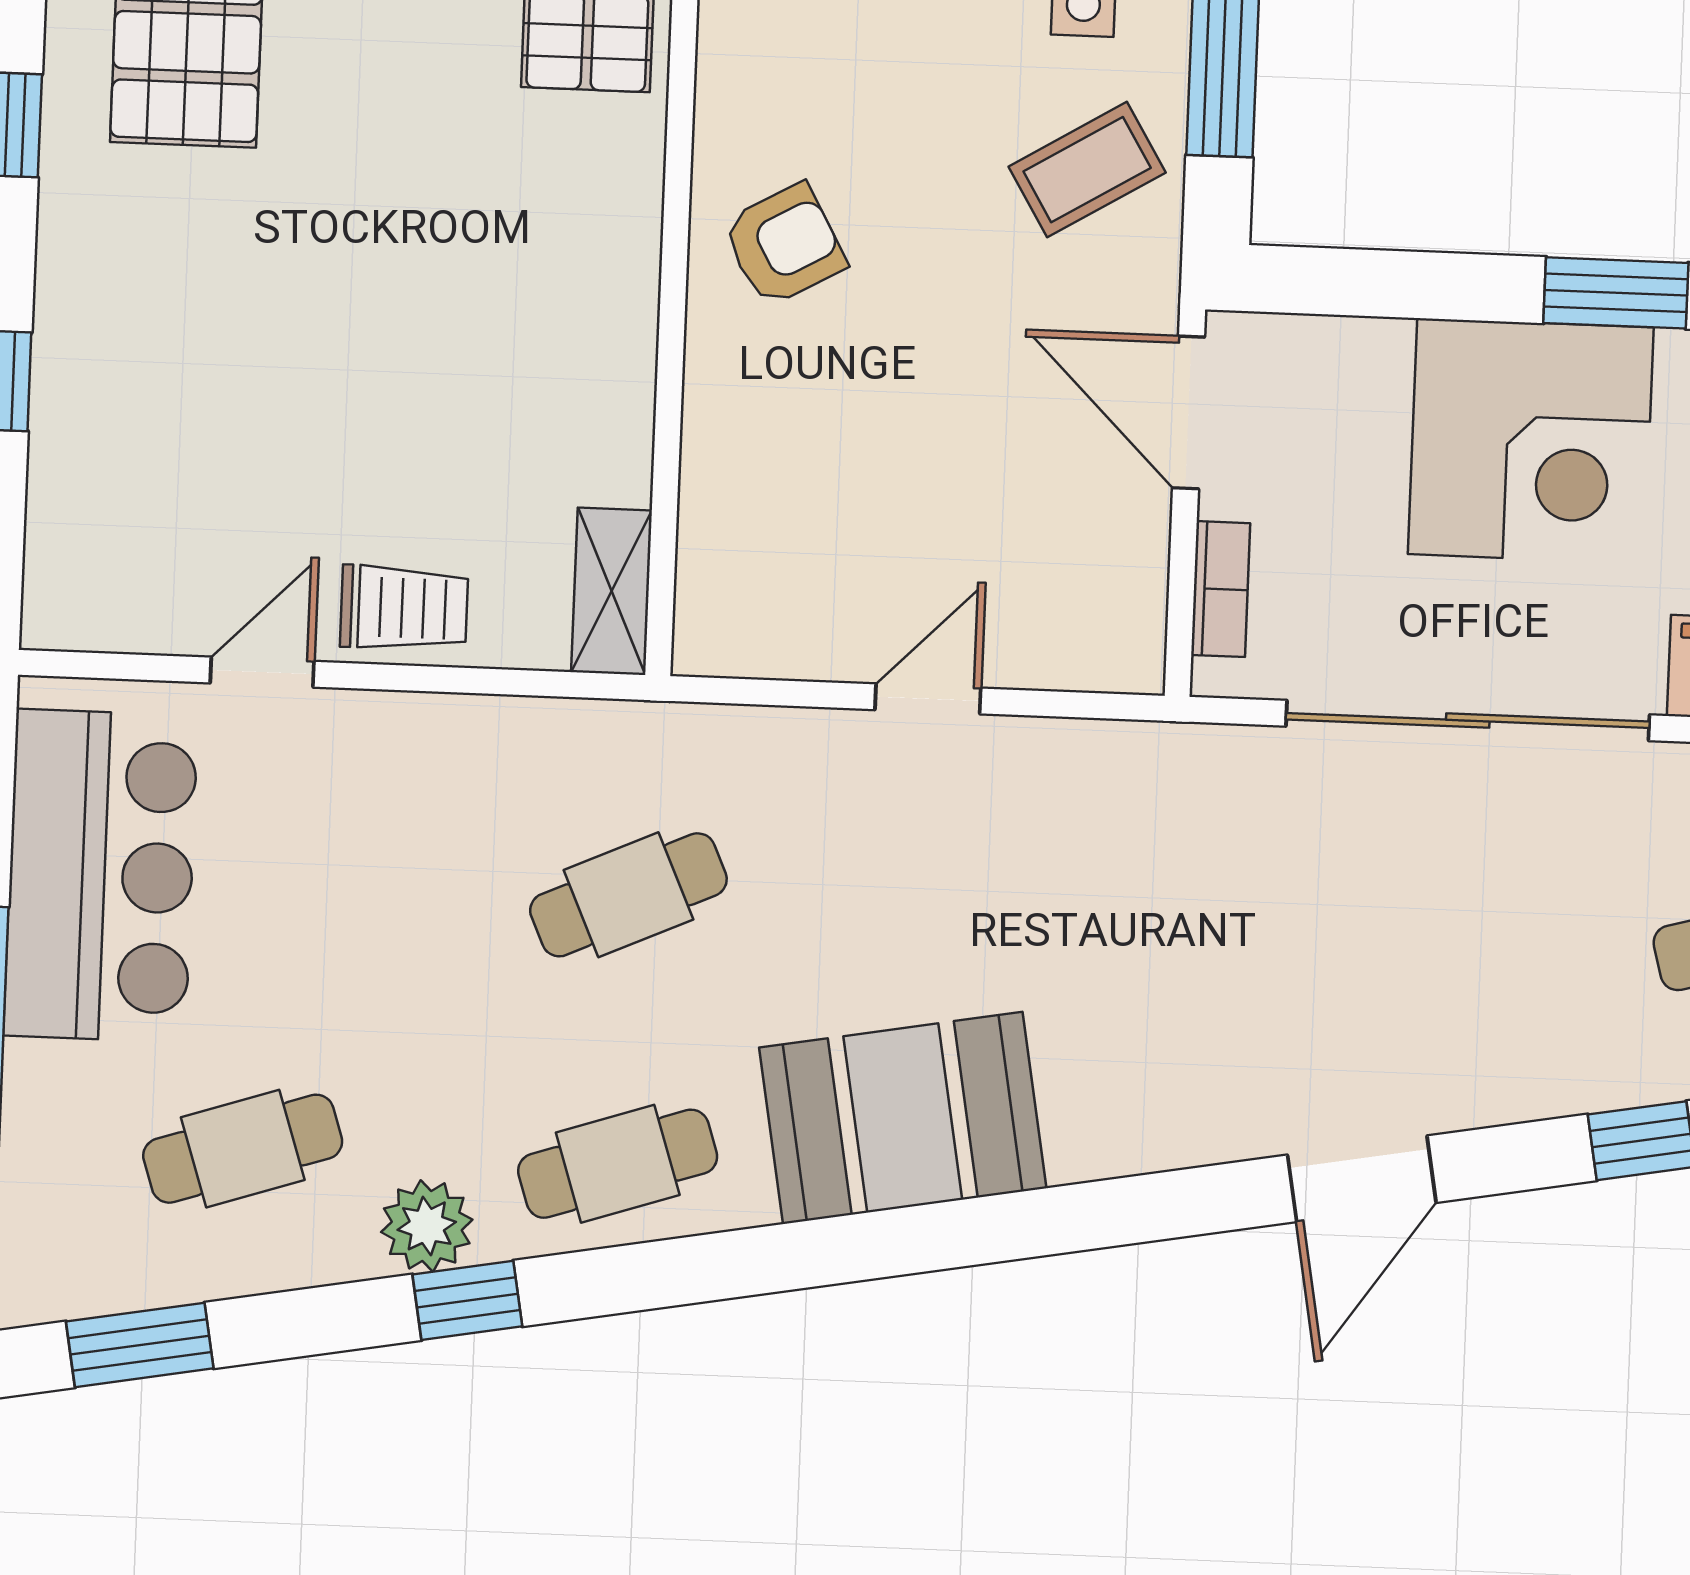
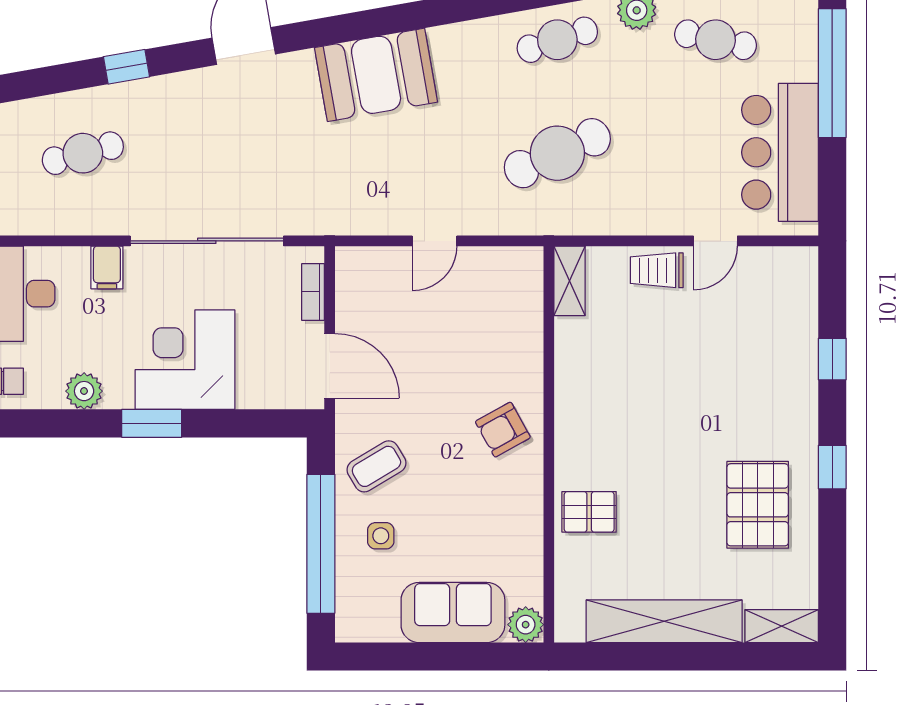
cafe table: (628, 895) -> (557, 153), width x1.37, depth x1.35
booth: (903, 1118) -> (376, 75), moved
cafe table: (243, 1149) -> (716, 40), turned 30

